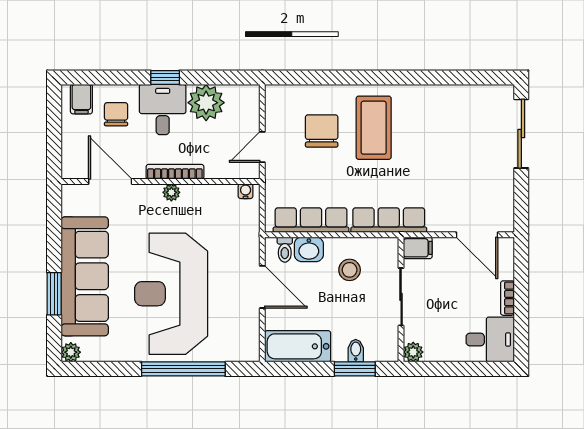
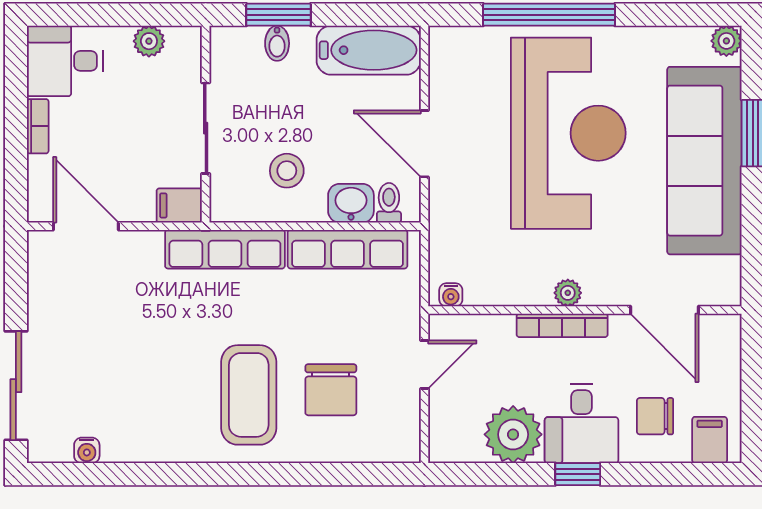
water cooler: (476, 93) -> (87, 450), added
chair: (116, 114) -> (655, 416), turned 90
plant: (413, 352) -> (149, 41), moved

